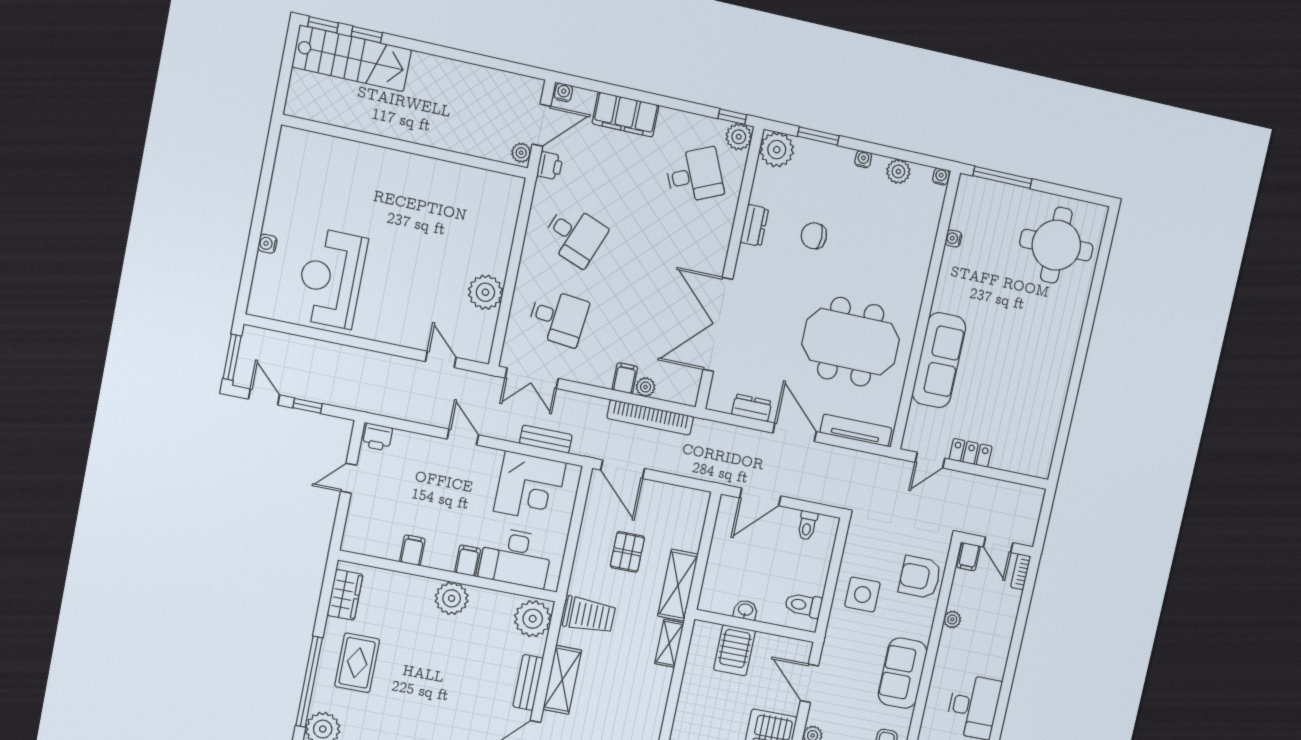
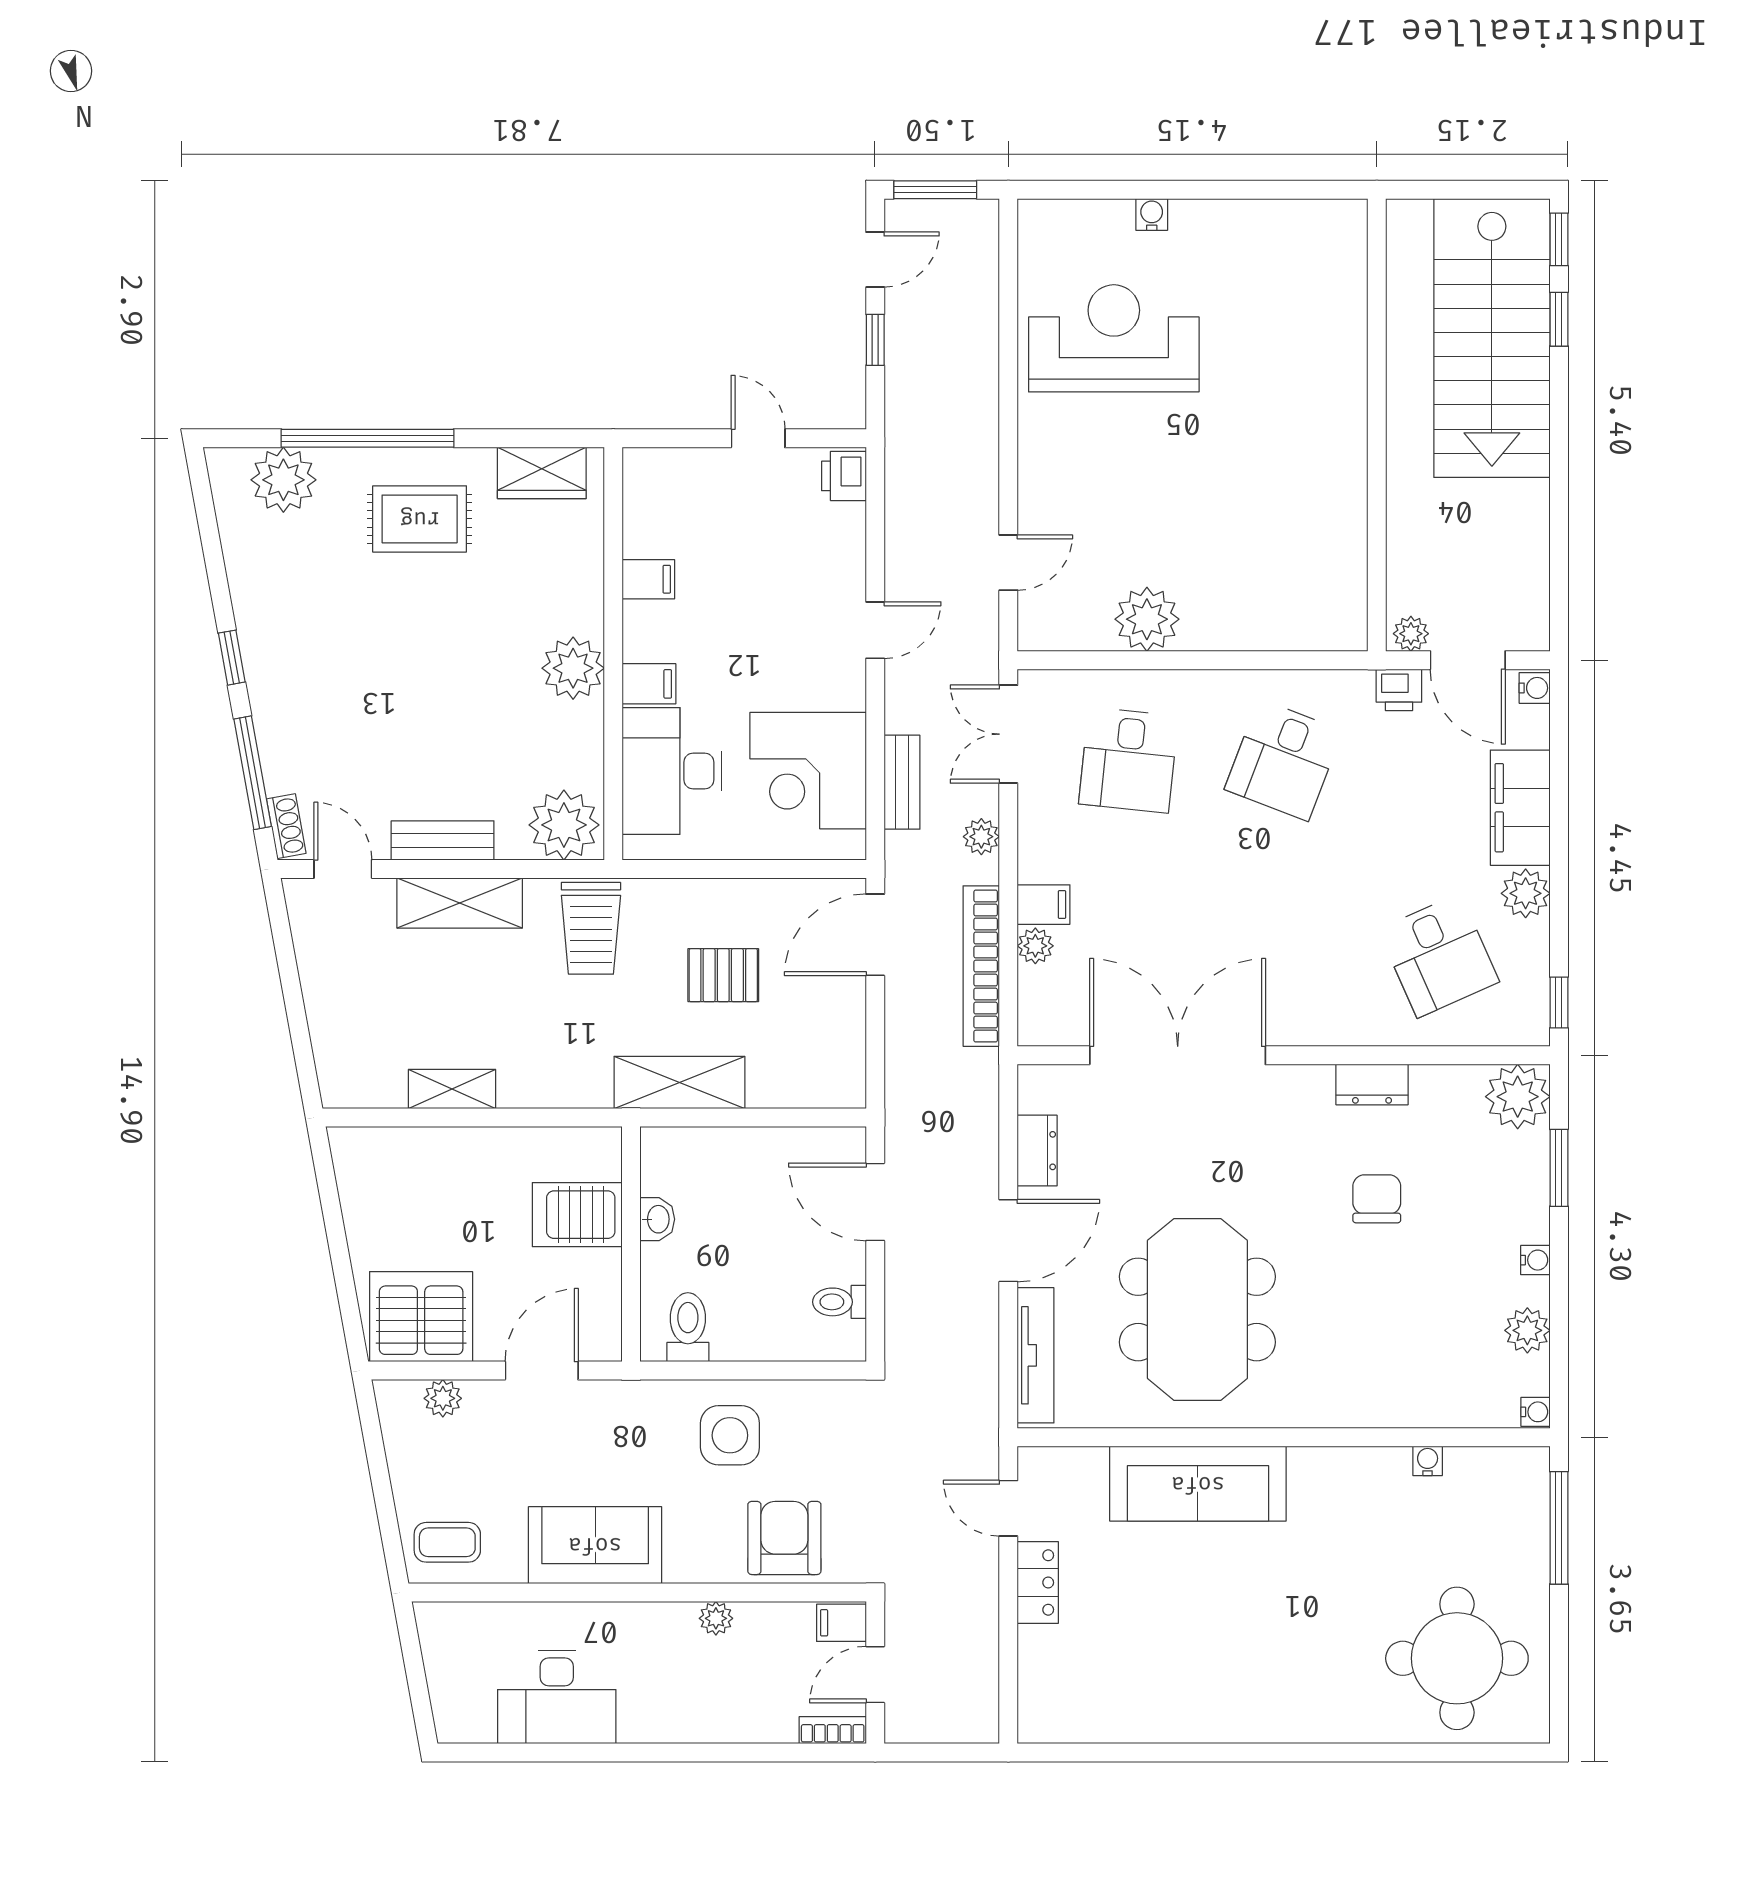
stairs: (352, 58) -> (1492, 338), width x1.36, depth x1.51
plant: (739, 137) -> (1526, 893), moved
plant: (583, 403) -> (981, 837), added
shelving: (669, 643) -> (452, 1089), moved

